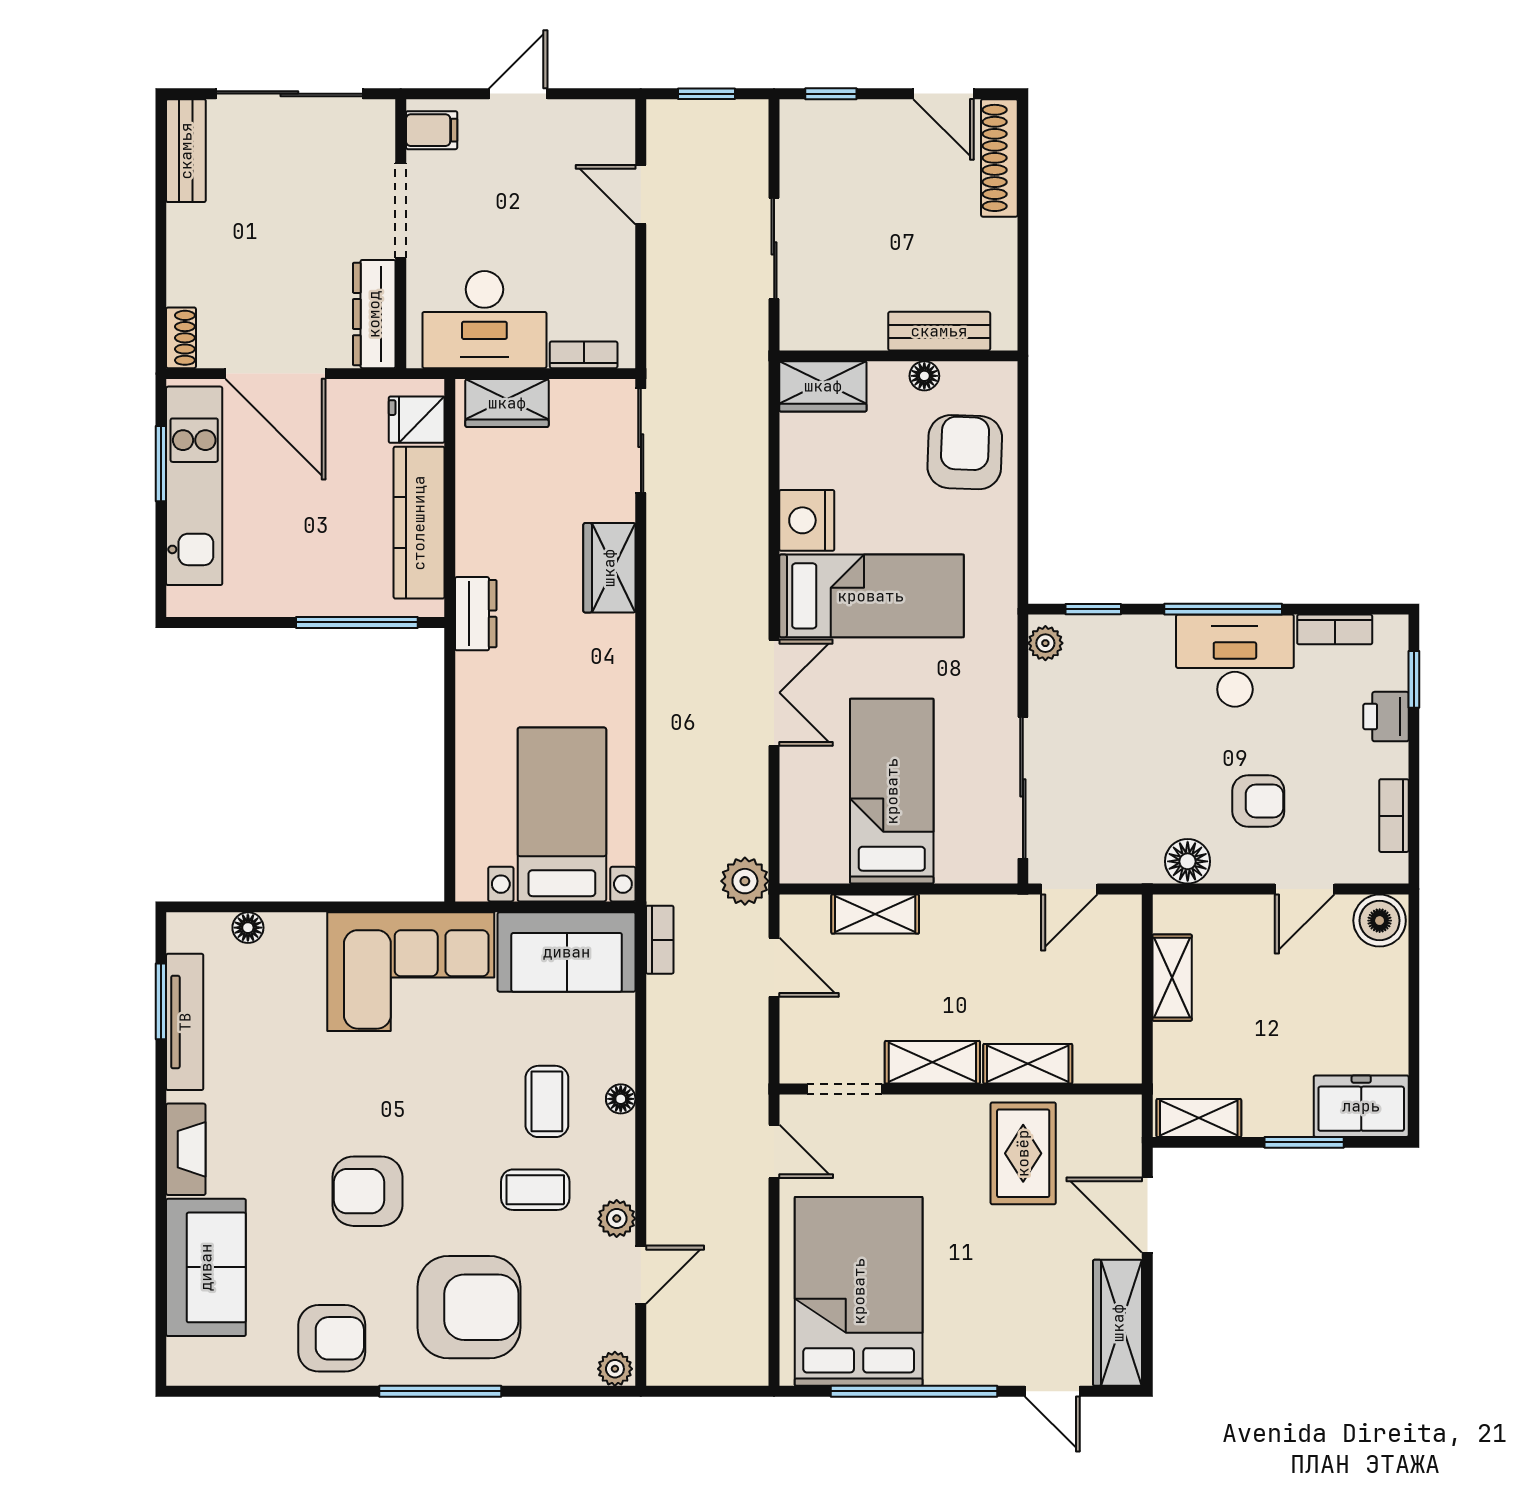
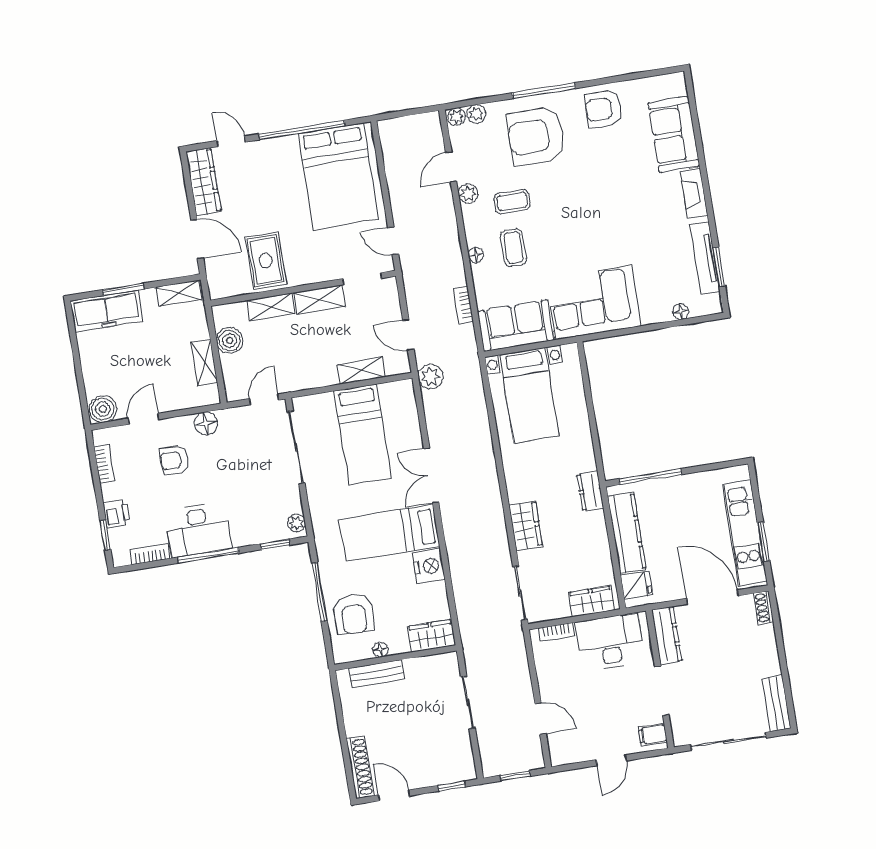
window: (1023, 505) -> (320, 592), added
bookcase: (660, 940) -> (464, 305), moved
boiler: (1117, 1012) -> (230, 341), added
freezer: (1361, 1106) -> (107, 311), width x1.40
armchair: (367, 1191) -> (598, 187), removed
plant: (576, 1368) -> (476, 114), added

